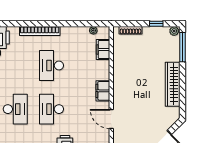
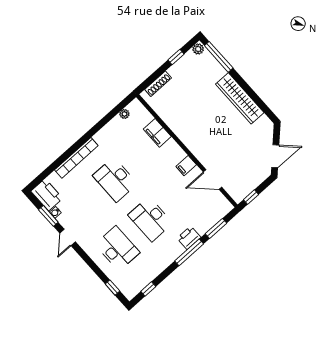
filing cabinet: (103, 50) -> (157, 133), moved
filing cabinet: (103, 91) -> (186, 166), width x0.50

